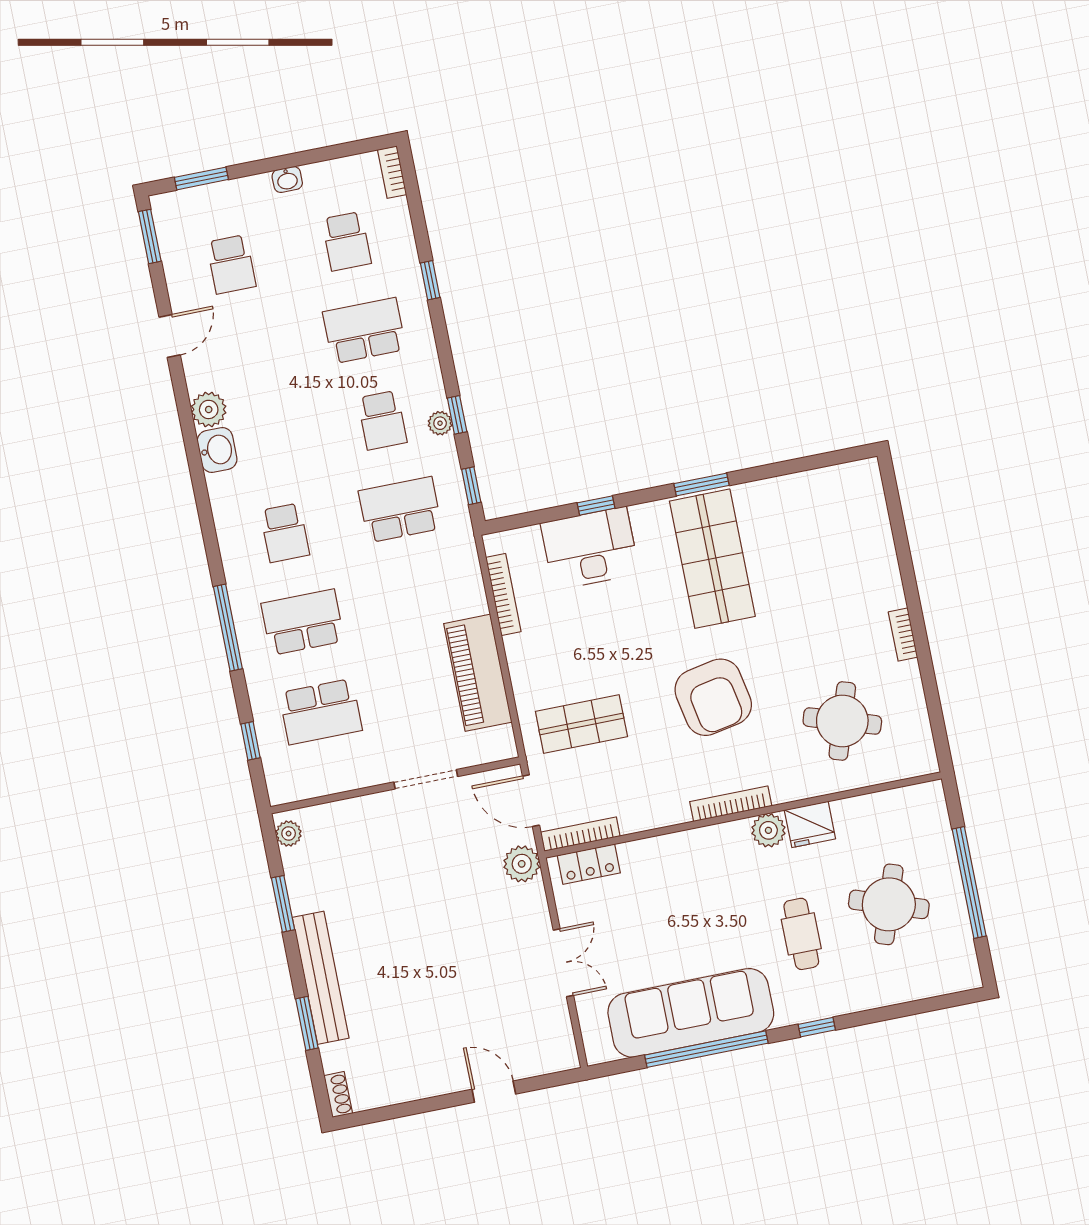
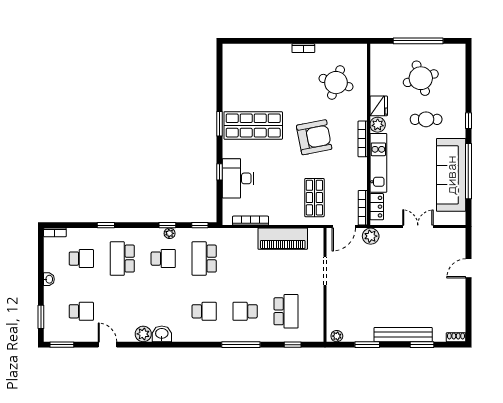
school desk: (303, 622) -> (245, 311), width x0.54
kitchen unit: (685, 849) -> (378, 163), added
round table: (889, 904) -> (421, 78), turned -37

